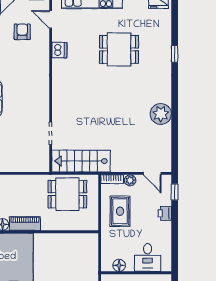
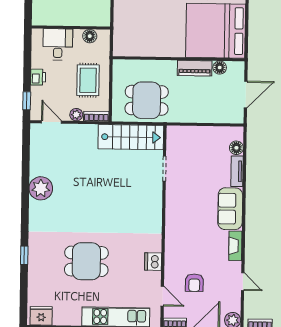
desk: (148, 257) -> (58, 44), moved
floor lamp: (119, 265) -> (90, 36), moved
wall: (136, 273) -> (71, 27), moved

